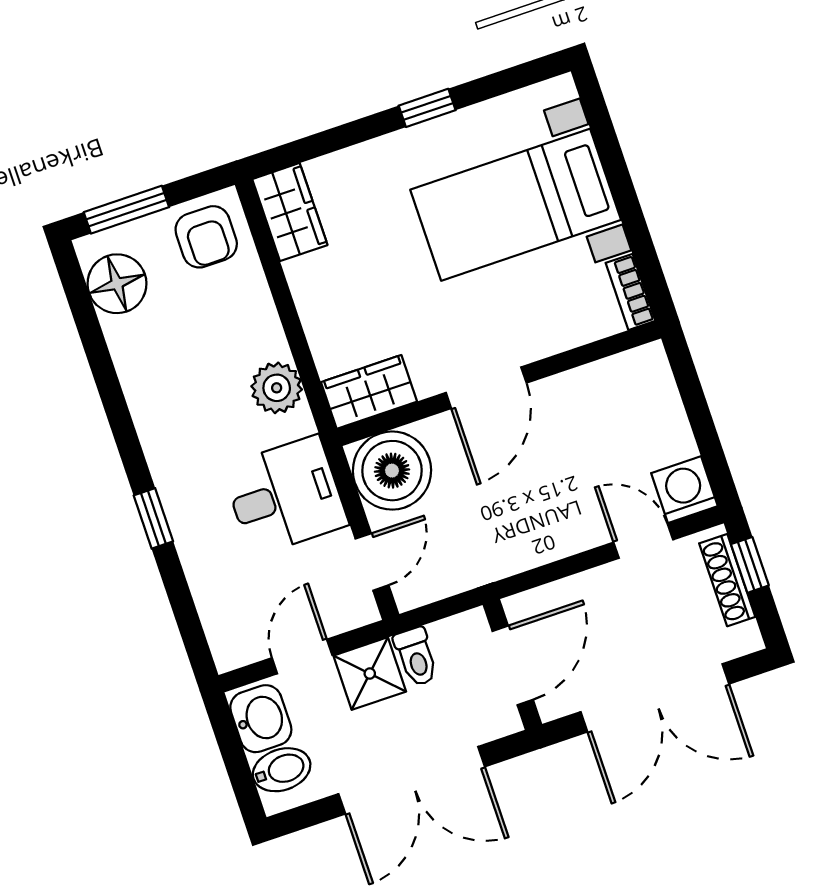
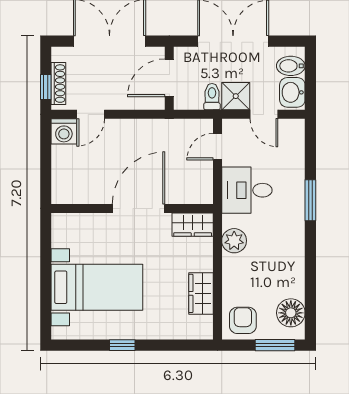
wardrobe: (290, 212) -> (201, 293), moved
bookcase: (630, 292) -> (58, 230), removed
door: (486, 388) -> (139, 208), width x1.36
boiler: (392, 471) -> (194, 185), removed
window: (153, 518) -> (310, 200), width x1.50
door: (643, 541) -> (91, 114), hinge flipped
door: (302, 657) -> (264, 114), hinge flipped

